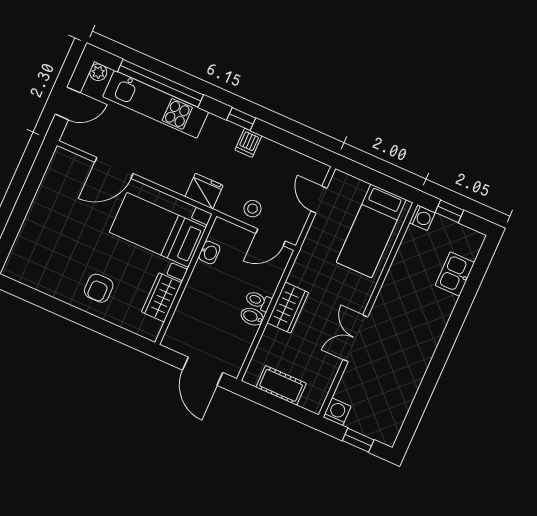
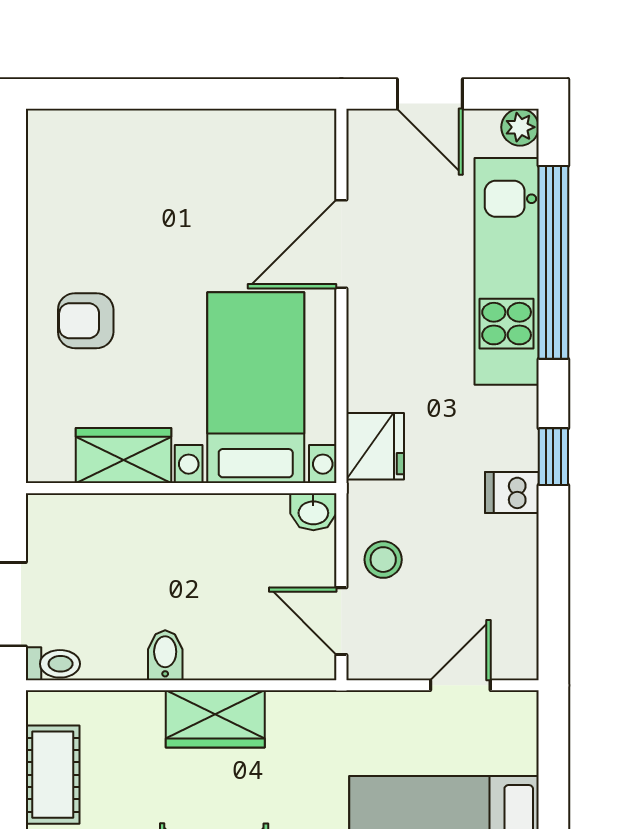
door: (114, 168) -> (341, 244), hinge flipped
washbasin: (209, 252) -> (313, 512), moved
toilet: (258, 301) -> (53, 664), moved, turned 90

